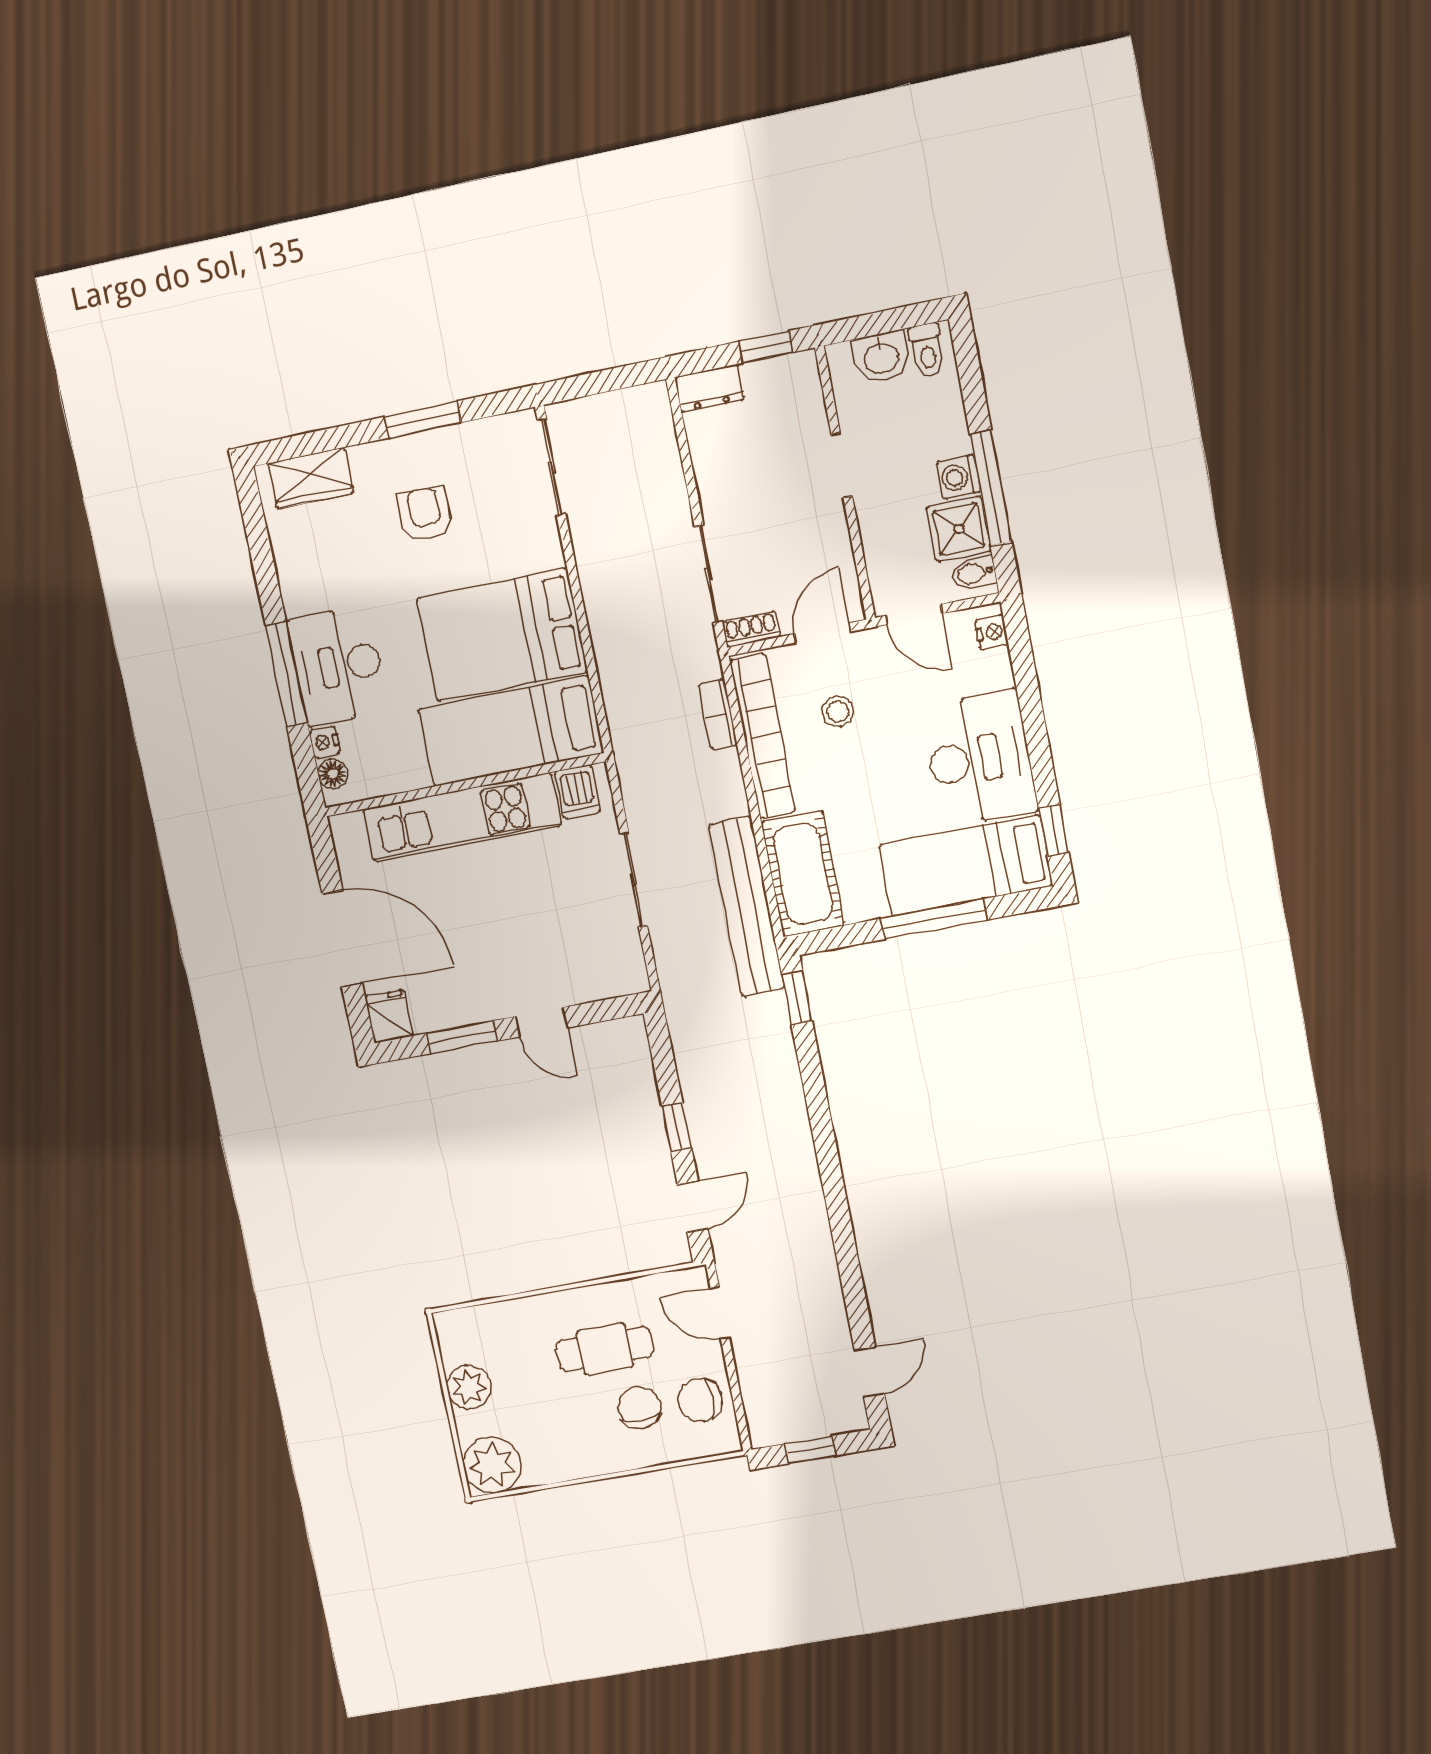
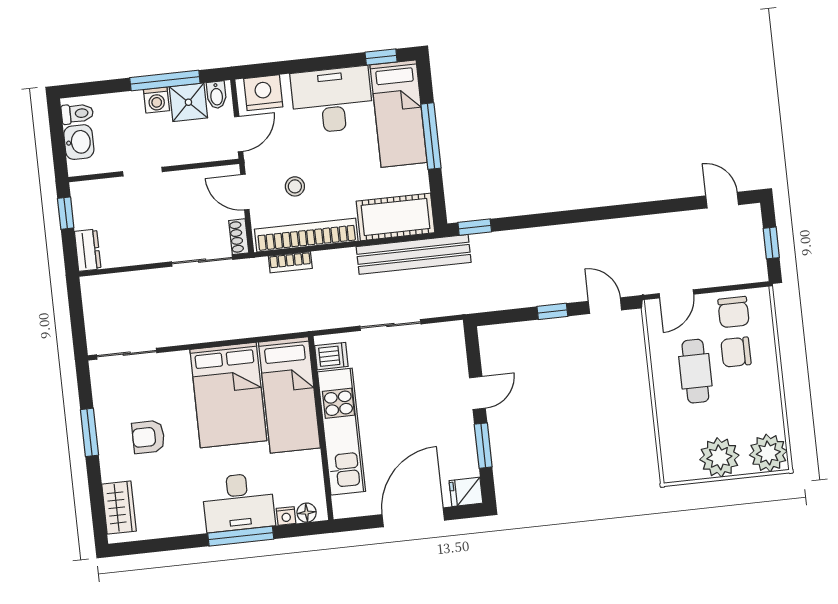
nightstand: (992, 632) -> (263, 93), width x1.89, depth x1.79
plant: (469, 1387) -> (719, 457), width x1.36, depth x1.36

